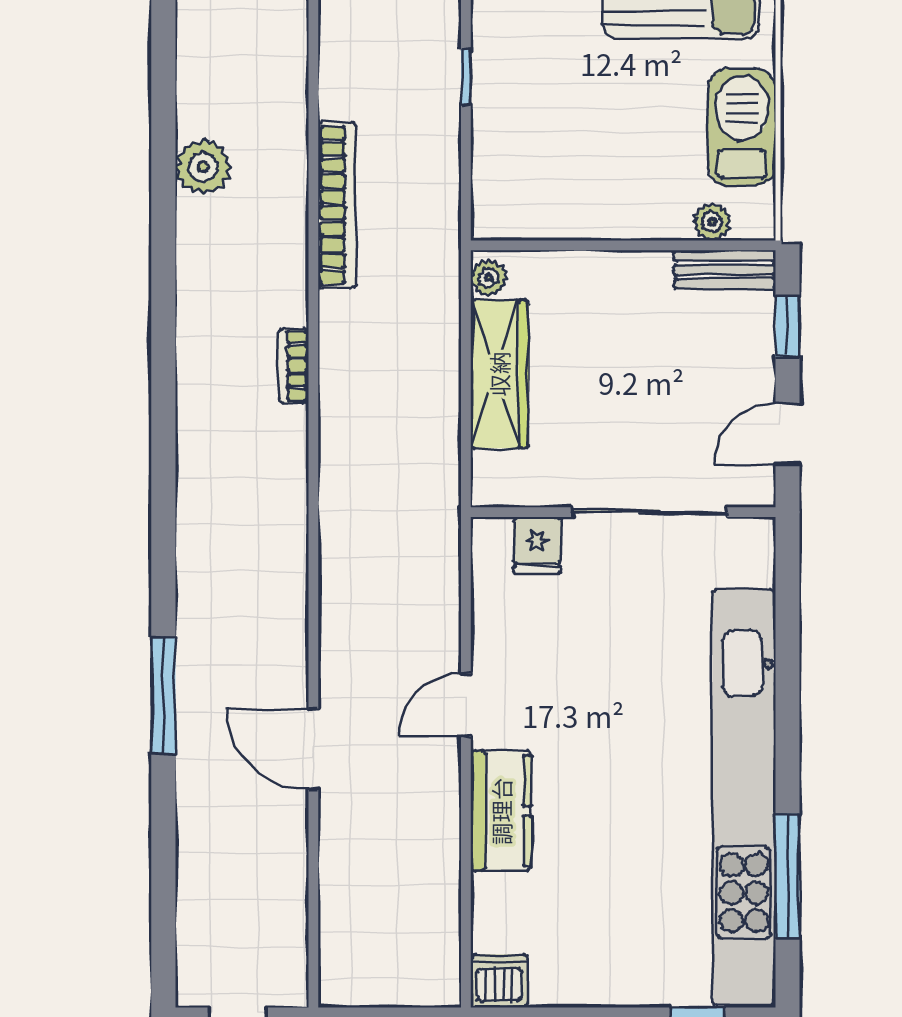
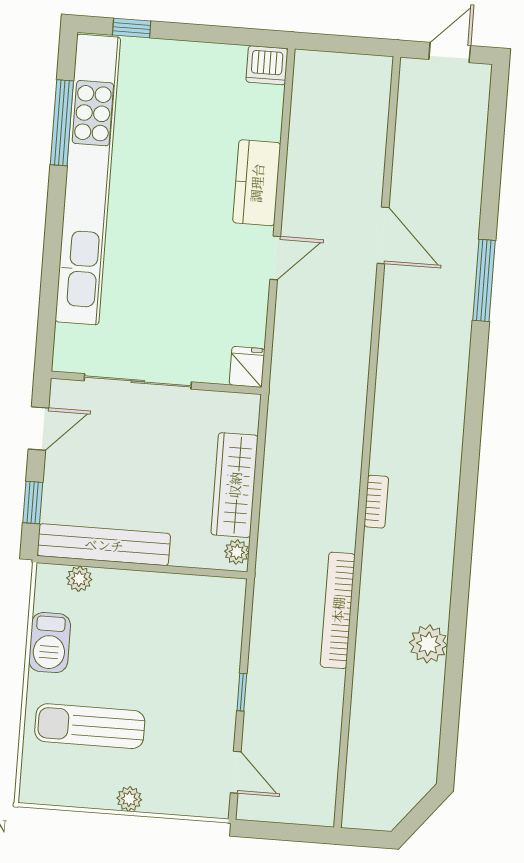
barbecue: (742, 127) -> (50, 643), width x0.73, depth x0.83
bench: (725, 270) -> (104, 545), width x1.86, depth x1.21
fridge: (537, 545) -> (247, 367), moved

